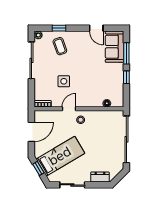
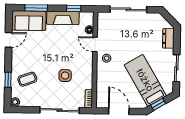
sliding door: (31, 60) -> (59, 110), moved
window: (126, 77) -> (74, 9), moved
fireplace: (117, 78) -> (63, 18), added
door: (69, 109) -> (95, 44), moved
sliding door: (126, 139) -> (128, 9), width x0.73

